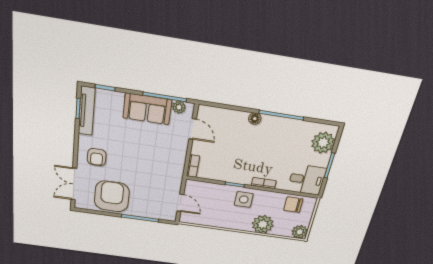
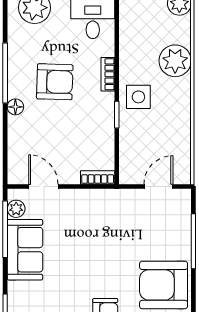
door: (193, 129) -> (43, 186), hinge flipped
armchair: (267, 148) -> (55, 82), added
chair: (293, 205) -> (135, 24), removed

